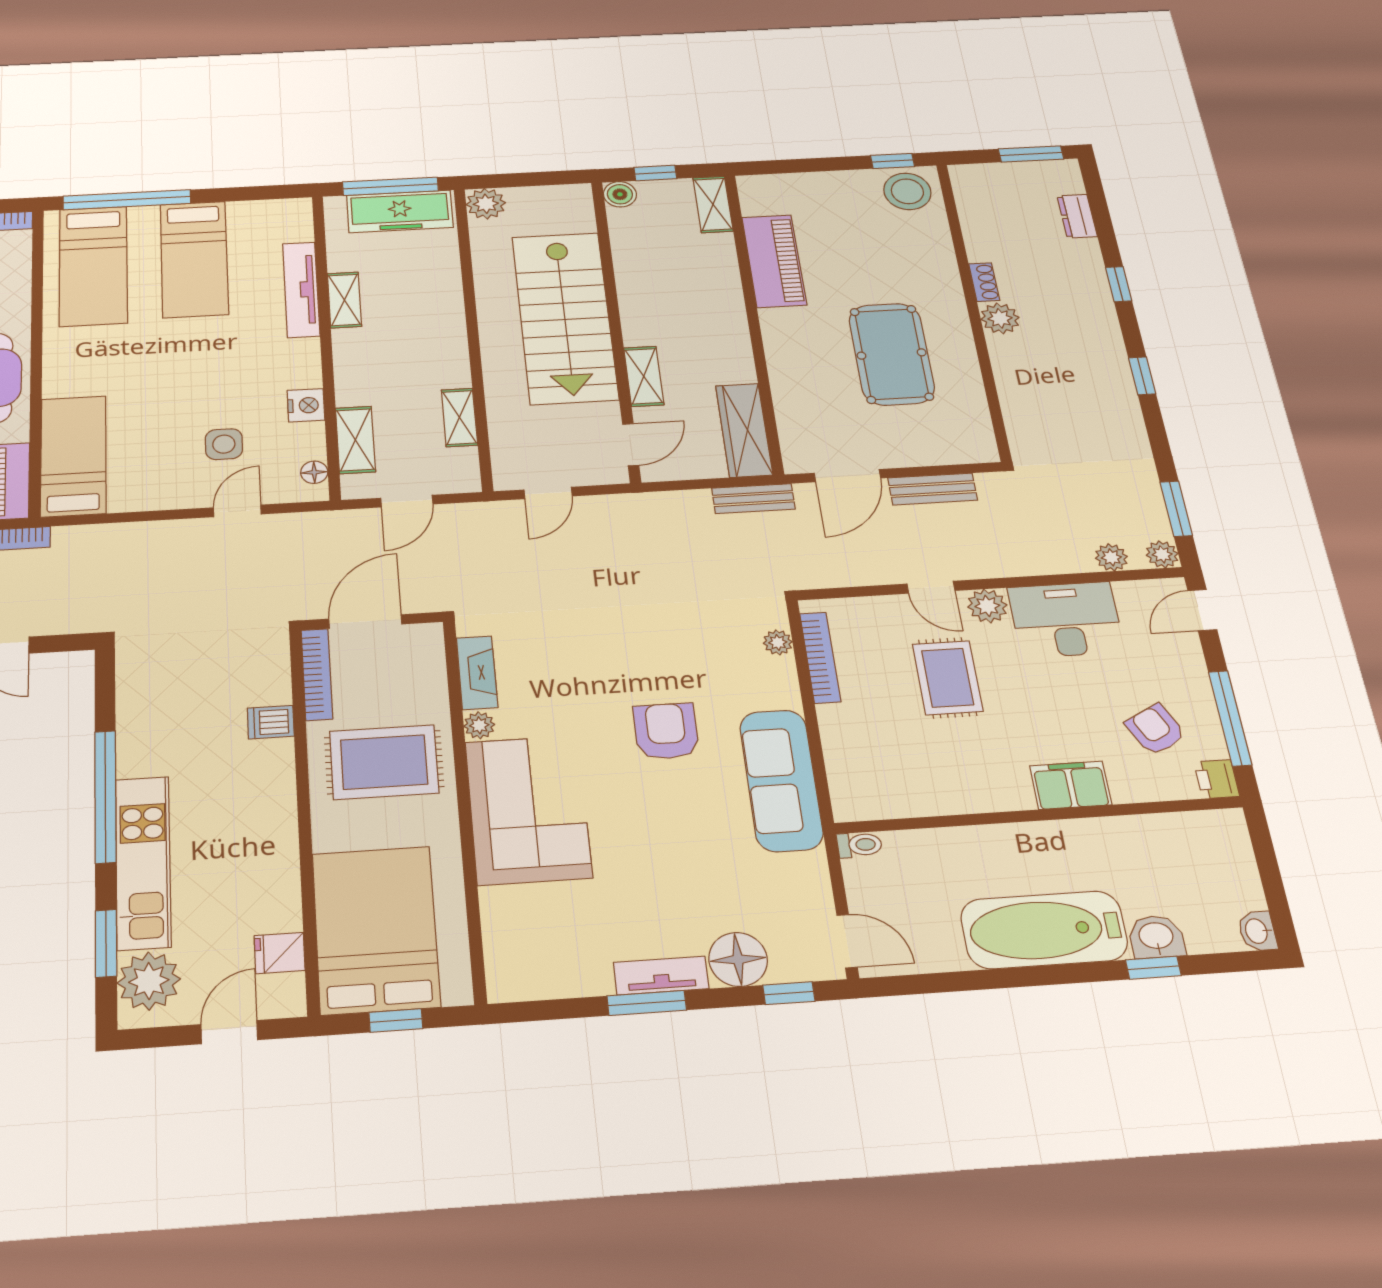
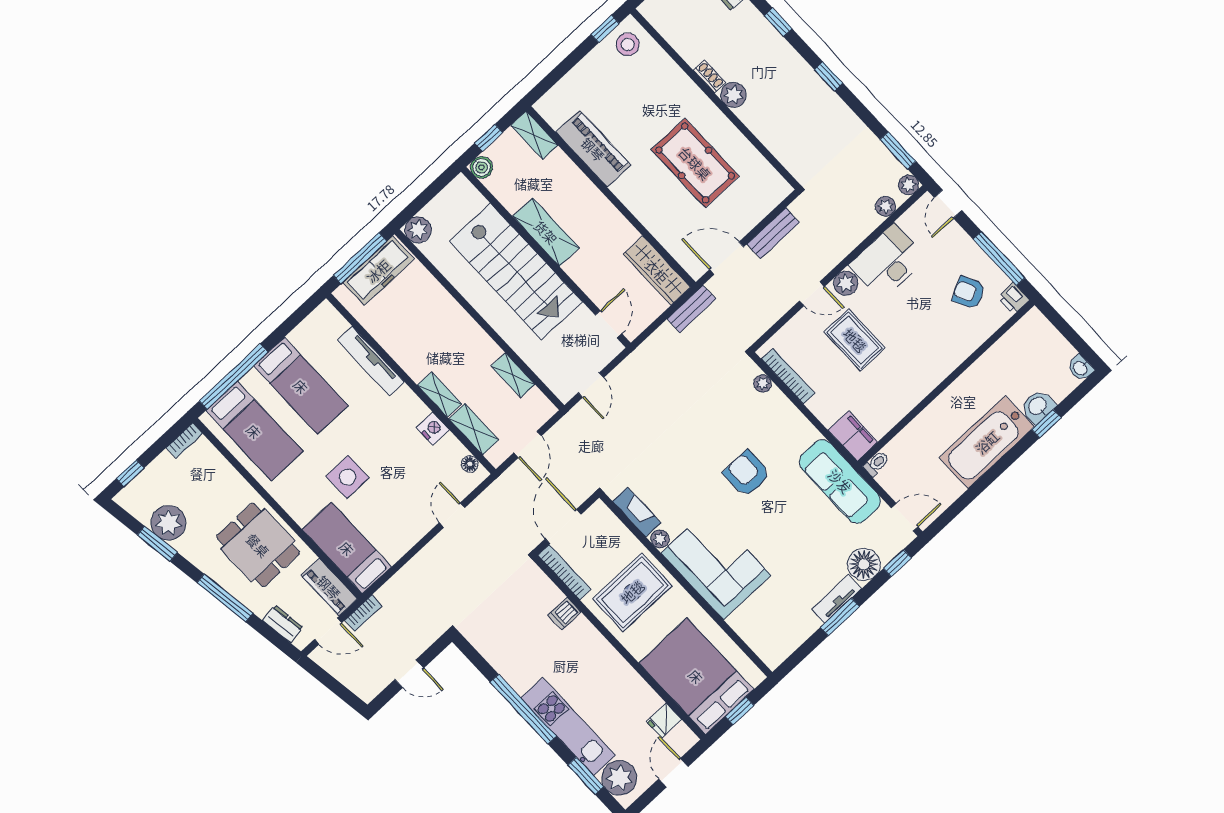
stool: (907, 191) -> (628, 44), width x0.73, depth x0.73
shelving: (344, 300) -> (440, 395), moved
shelving: (644, 376) -> (546, 232), moved, width x1.50, depth x1.33
side table: (224, 444) -> (348, 477), moved, width x1.37, depth x1.37
door: (847, 476) -> (727, 258), swing flipped
sofa: (781, 780) -> (840, 481), moved
filing cabinet: (1071, 785) -> (853, 436), moved, turned 90

